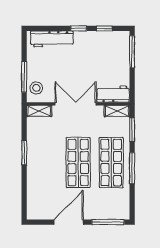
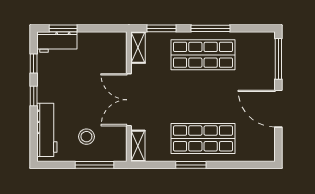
window: (132, 52) -> (63, 28), width x0.69
stool: (36, 88) -> (86, 137), moved
workbench: (113, 94) -> (57, 42), moved, turned -90
shop shelf: (78, 162) -> (203, 138), moved

